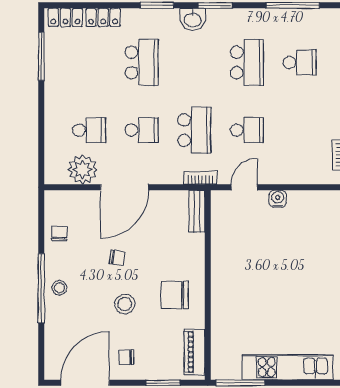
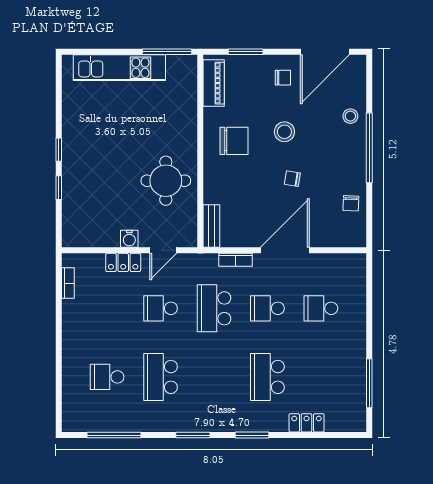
locker: (65, 17) -> (123, 262), moved, turned 180
washbasin: (193, 19) -> (216, 421), removed
plant: (83, 170) -> (327, 268), removed
bookcase: (201, 178) -> (235, 260), moved
round table: (242, 256) -> (166, 181), added
stool: (59, 288) -> (350, 116), moved

